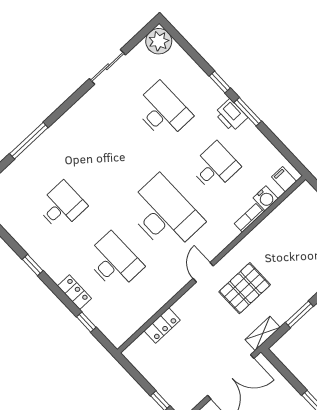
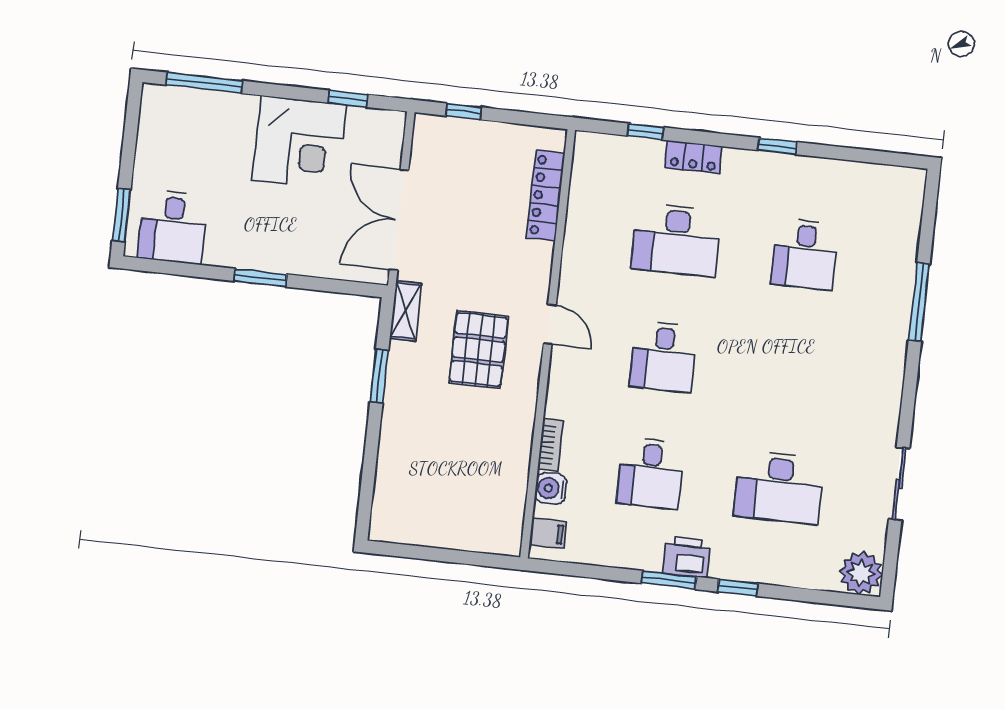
desk: (164, 214) -> (663, 356), width x0.53, depth x0.77
locker: (162, 325) -> (546, 196), width x1.53

